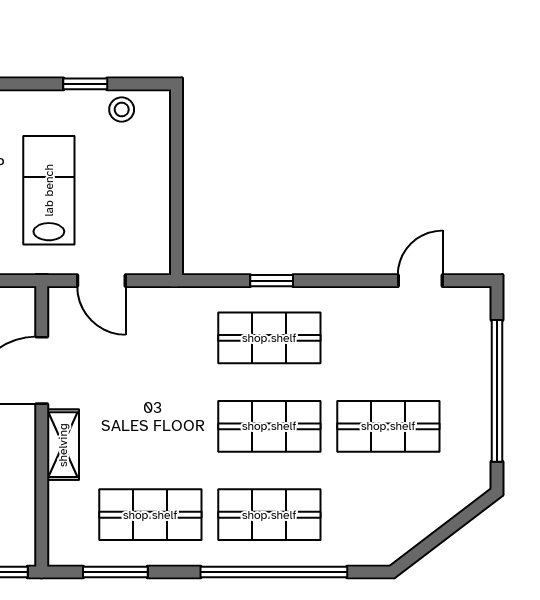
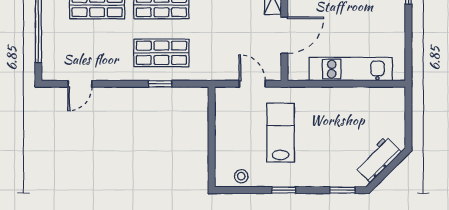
window: (85, 84) -> (284, 190), moved
lab bench: (49, 190) -> (281, 133), turned 180

